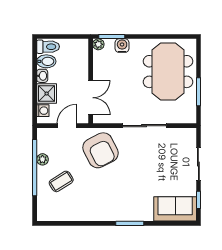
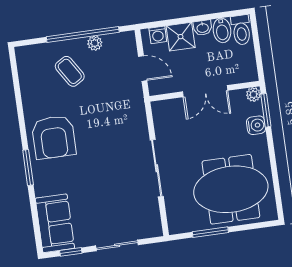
double door: (91, 98) -> (205, 91), moved
armchair: (100, 150) -> (54, 137), moved, turned -63

